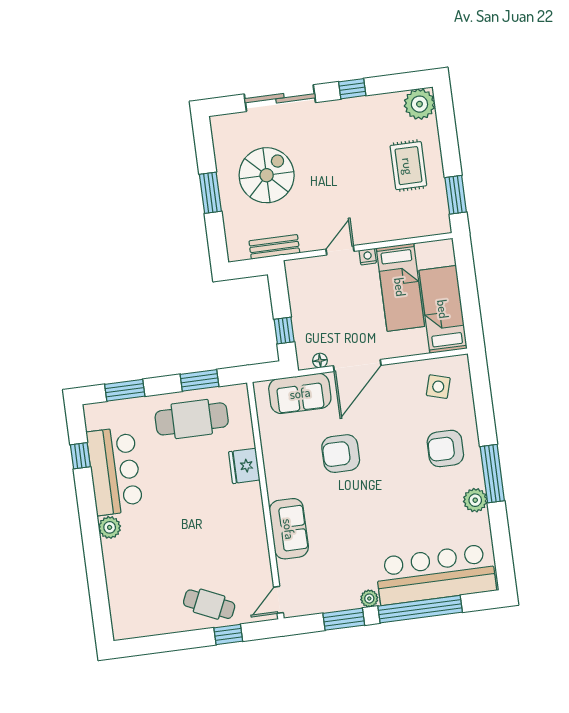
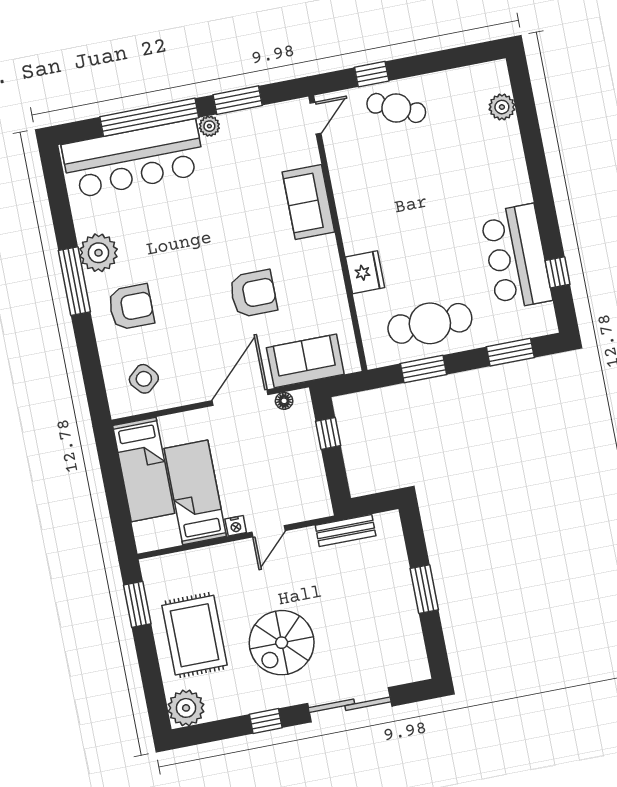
rug: (408, 166) -> (195, 635), width x1.36, depth x1.43
spiral stairs: (267, 175) -> (282, 643), moved
side table: (438, 387) -> (144, 379), turned 33
plant: (475, 500) -> (98, 253), width x1.36, depth x1.36
plant: (110, 527) -> (502, 107), moved

